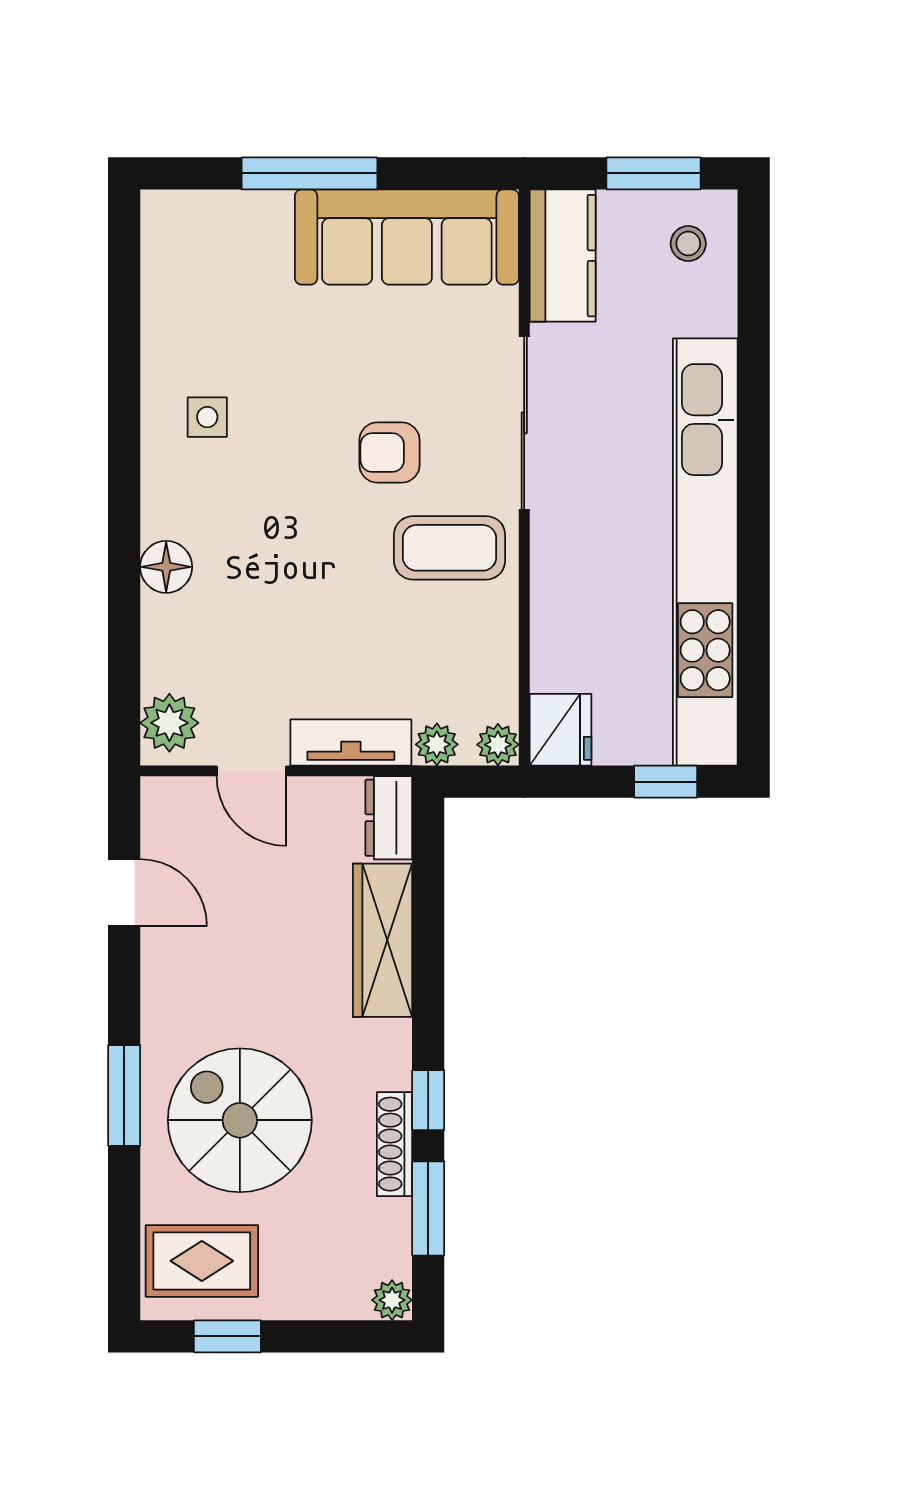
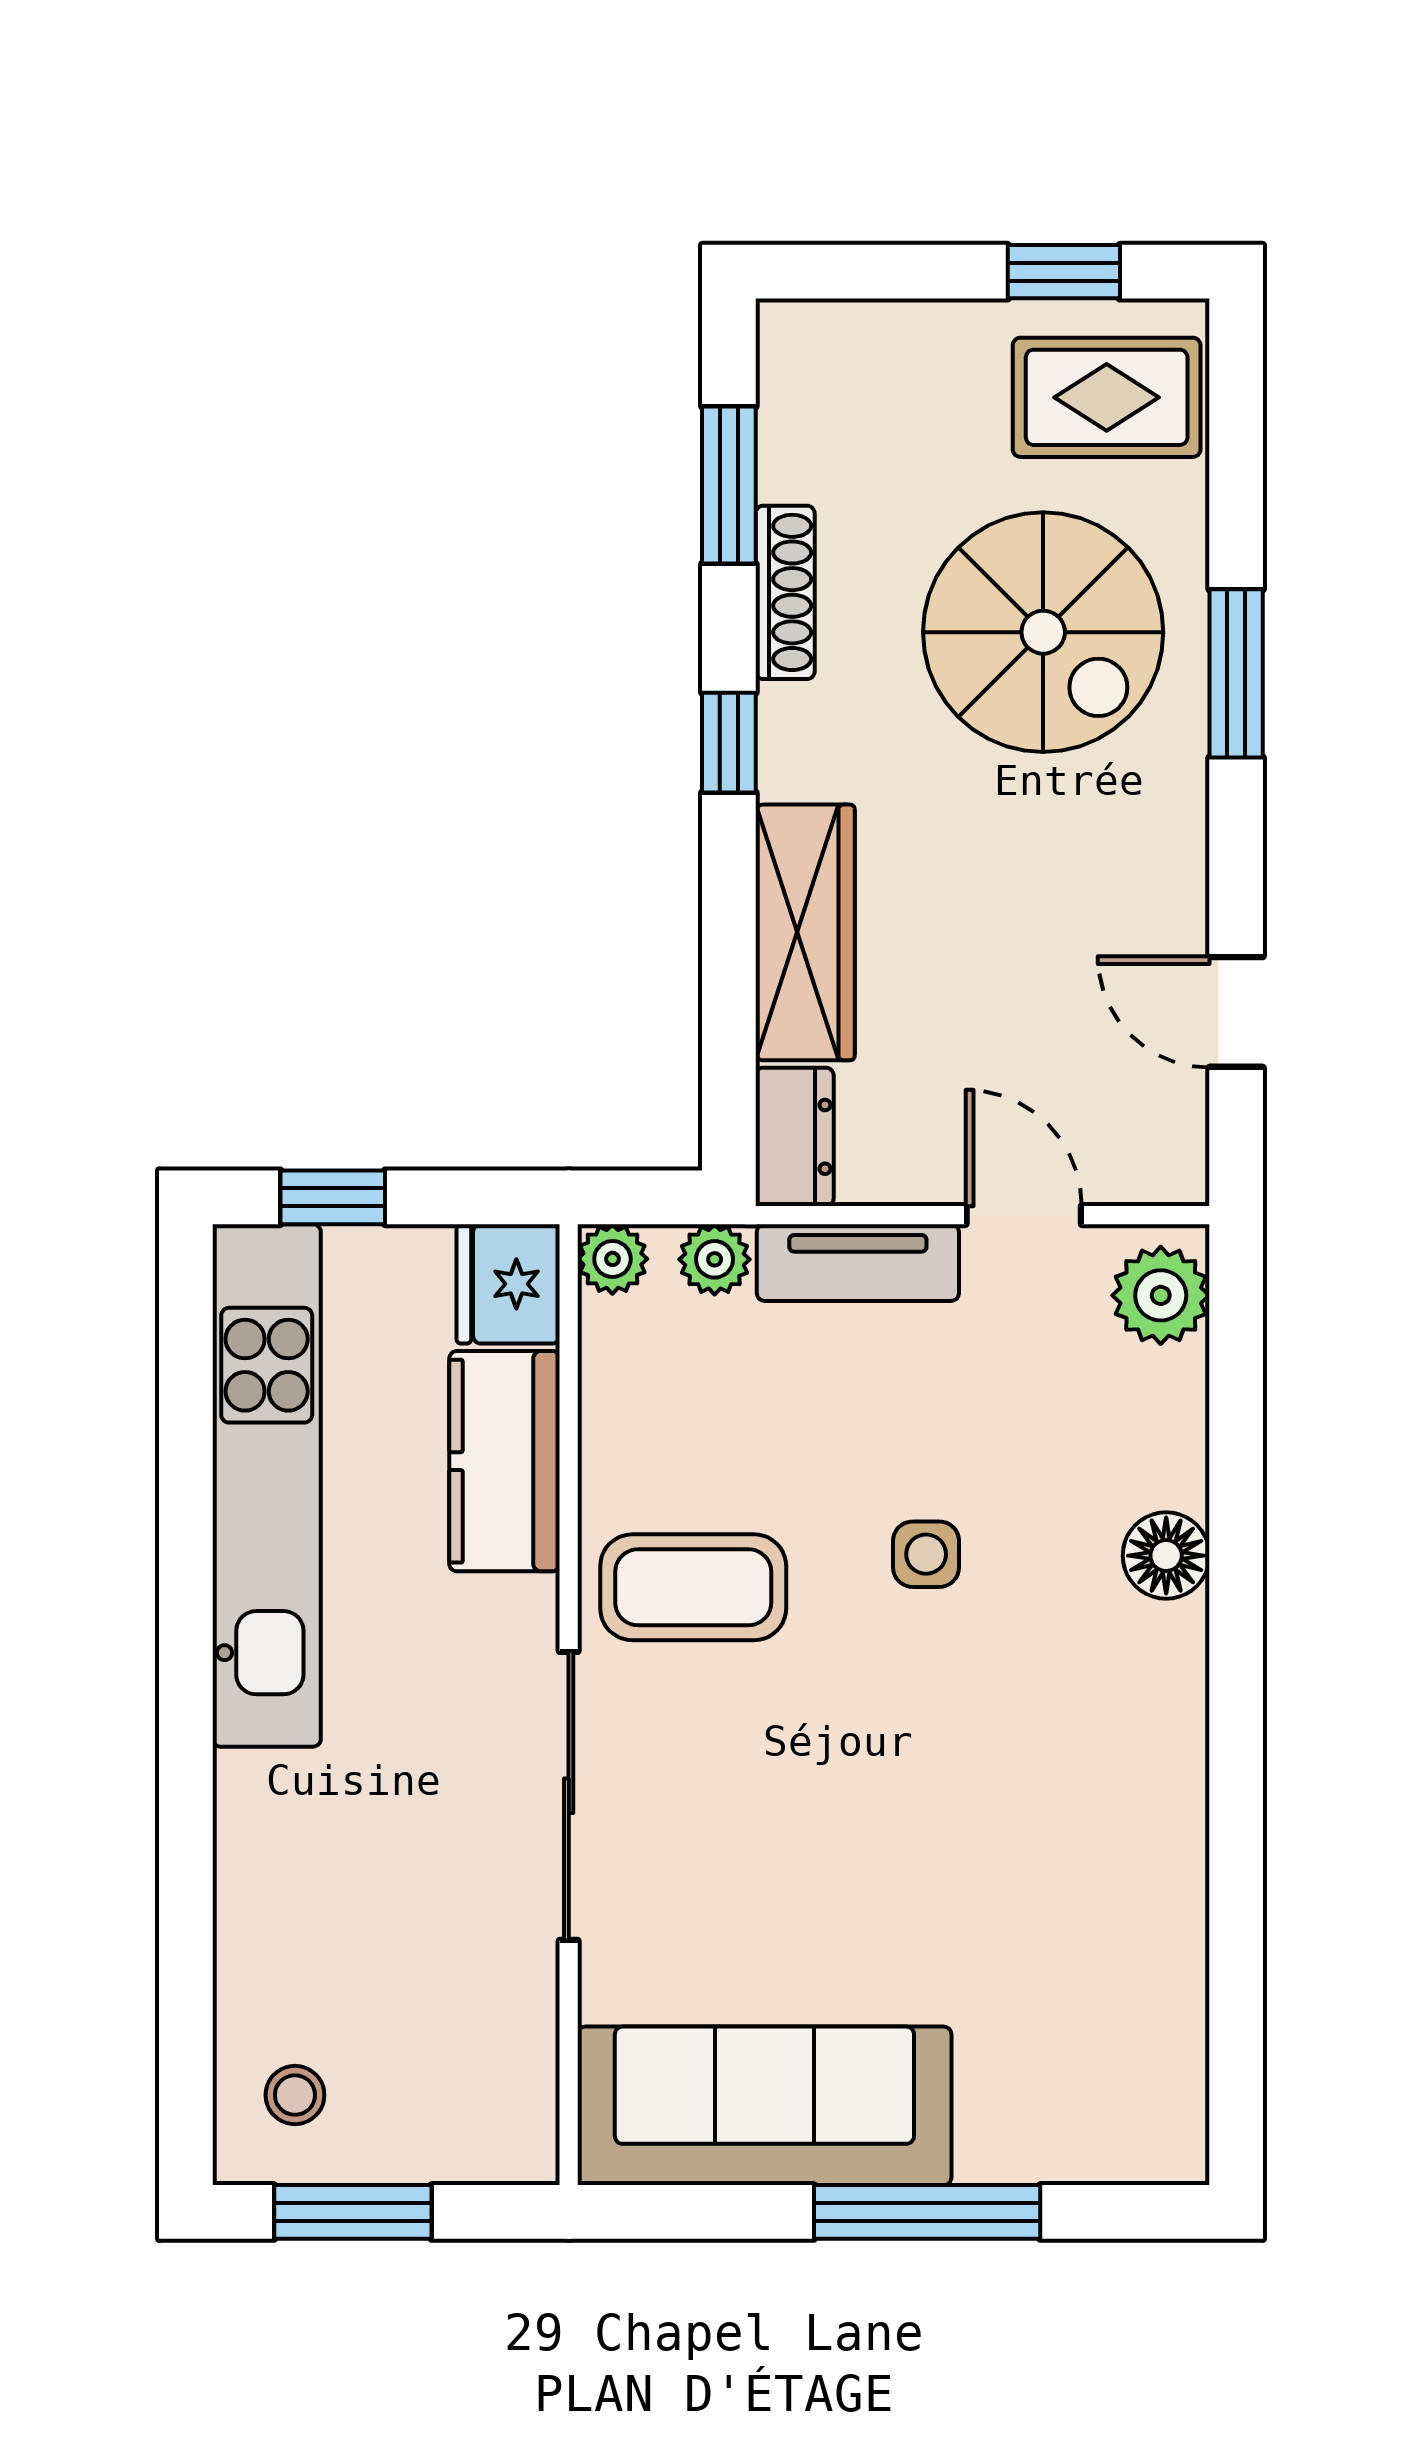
kitchen counter: (563, 256) -> (505, 1461), moved
side table: (207, 417) -> (926, 1554), moved
armchair: (389, 452) -> (793, 1746), removed
kitchen unit: (705, 552) -> (267, 1485), width x0.73
window: (428, 1100) -> (729, 743), moved
plant: (392, 1300) -> (789, 332), removed

